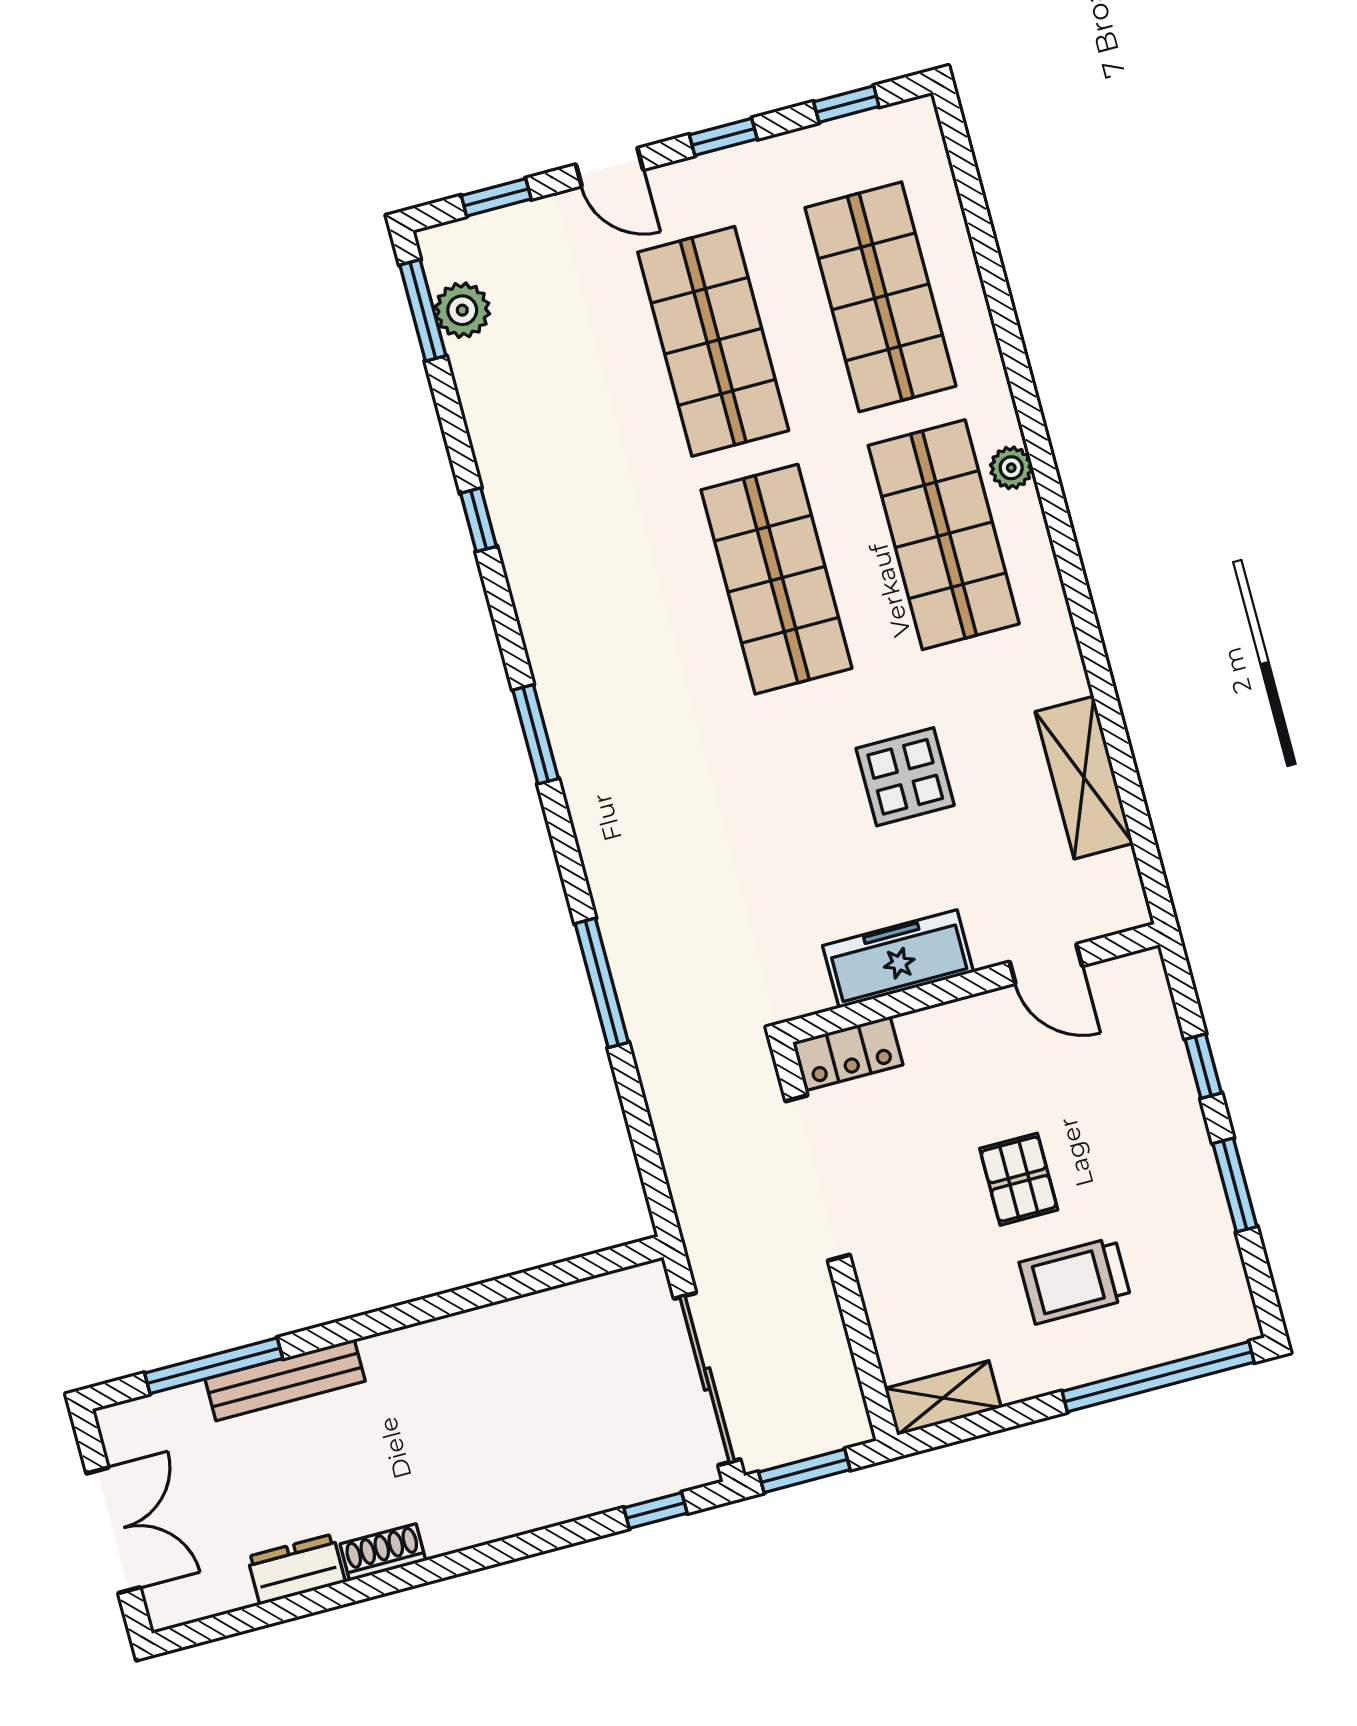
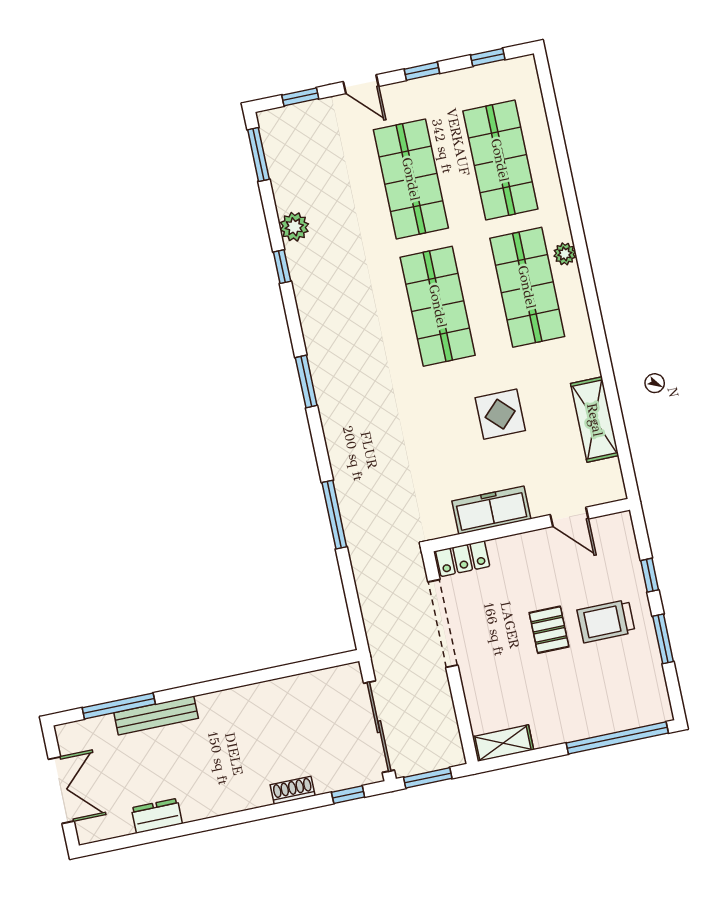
plant: (462, 310) -> (294, 227), moved
trolley: (1075, 1281) -> (606, 621), moved
shoe rack: (383, 1552) -> (293, 790), moved

